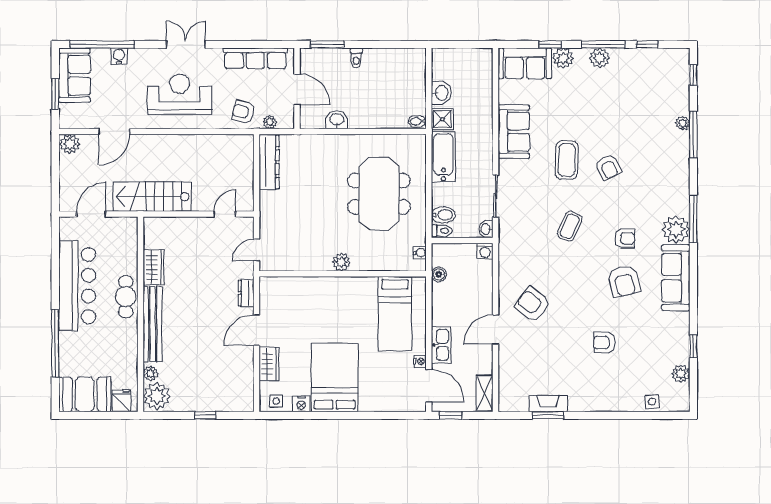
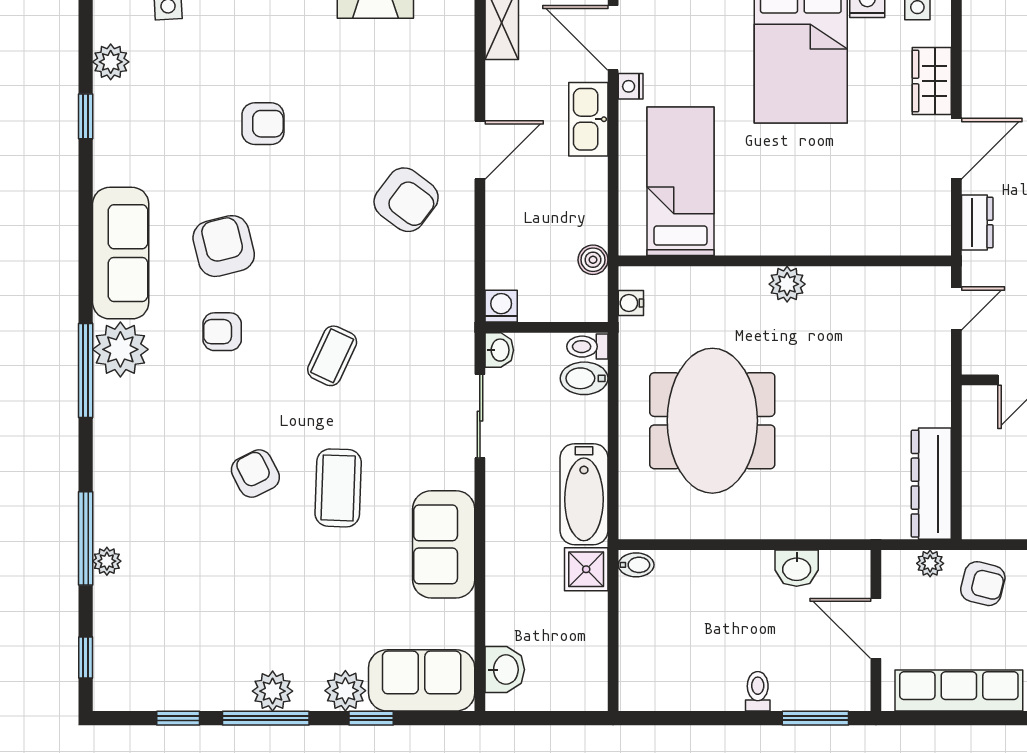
washbasin: (441, 93) -> (505, 670), moved, turned 180

